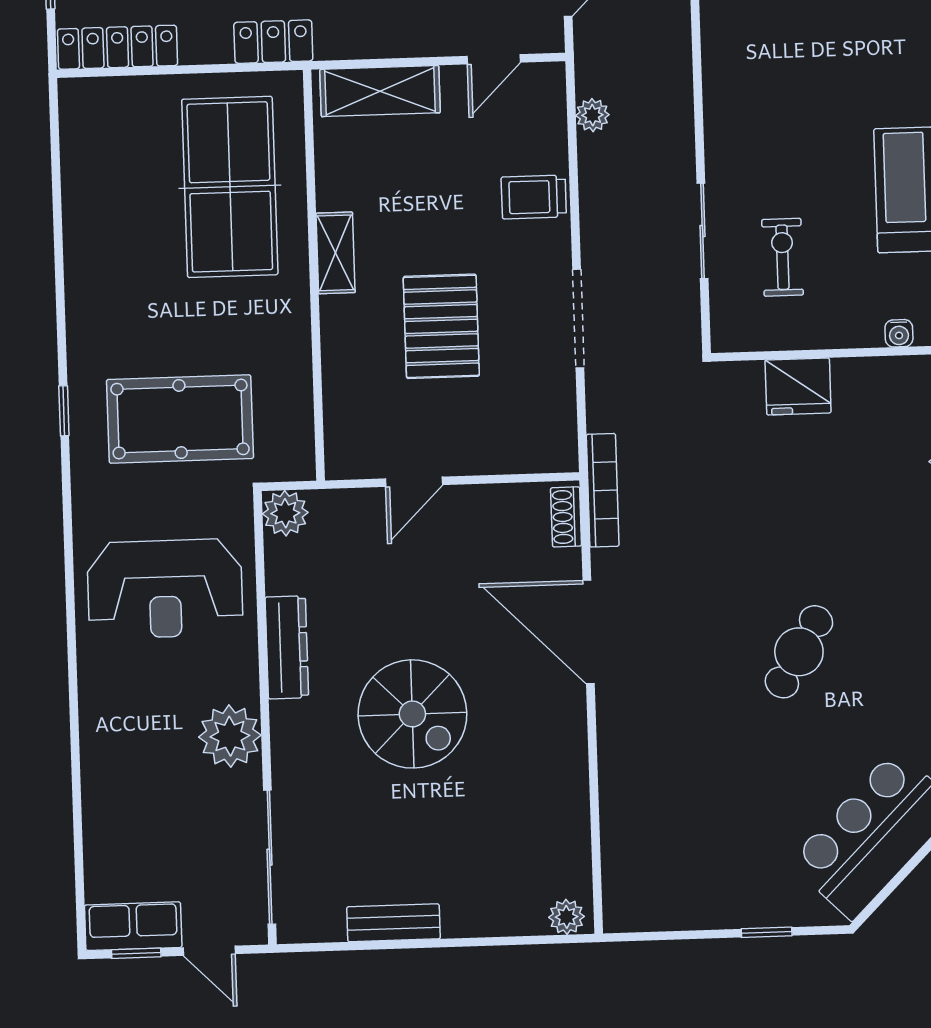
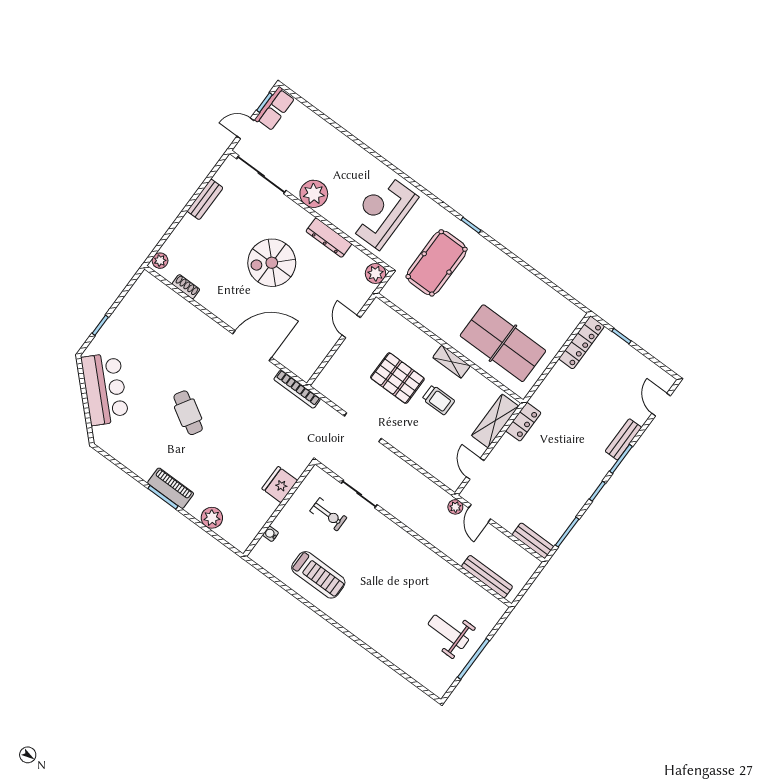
locker: (273, 42) -> (523, 422), moved
plant: (592, 115) -> (455, 507), moved
trolley: (534, 197) -> (438, 400), moved, turned 90
shoe rack: (566, 517) -> (186, 287), moved

